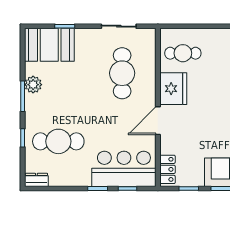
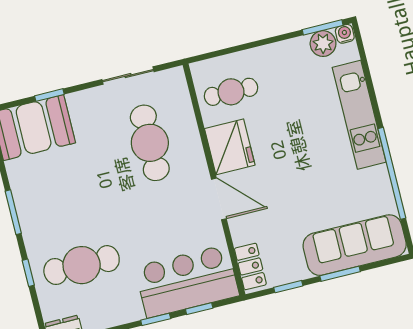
plant: (33, 85) -> (24, 191), removed
door: (158, 121) -> (219, 199), swing flipped

